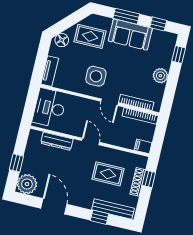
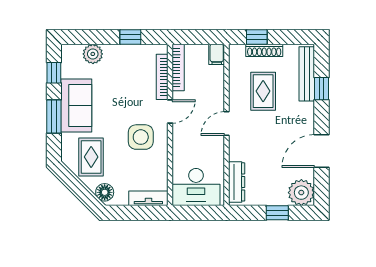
window: (179, 54) -> (130, 37), moved
plant: (160, 76) -> (93, 54), moved
dresser: (57, 141) -> (237, 182), moved

